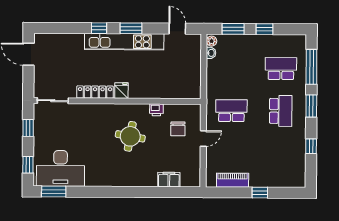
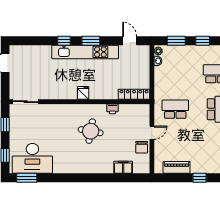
locker: (95, 92) -> (134, 94), moved
chair: (178, 129) -> (142, 147), moved

